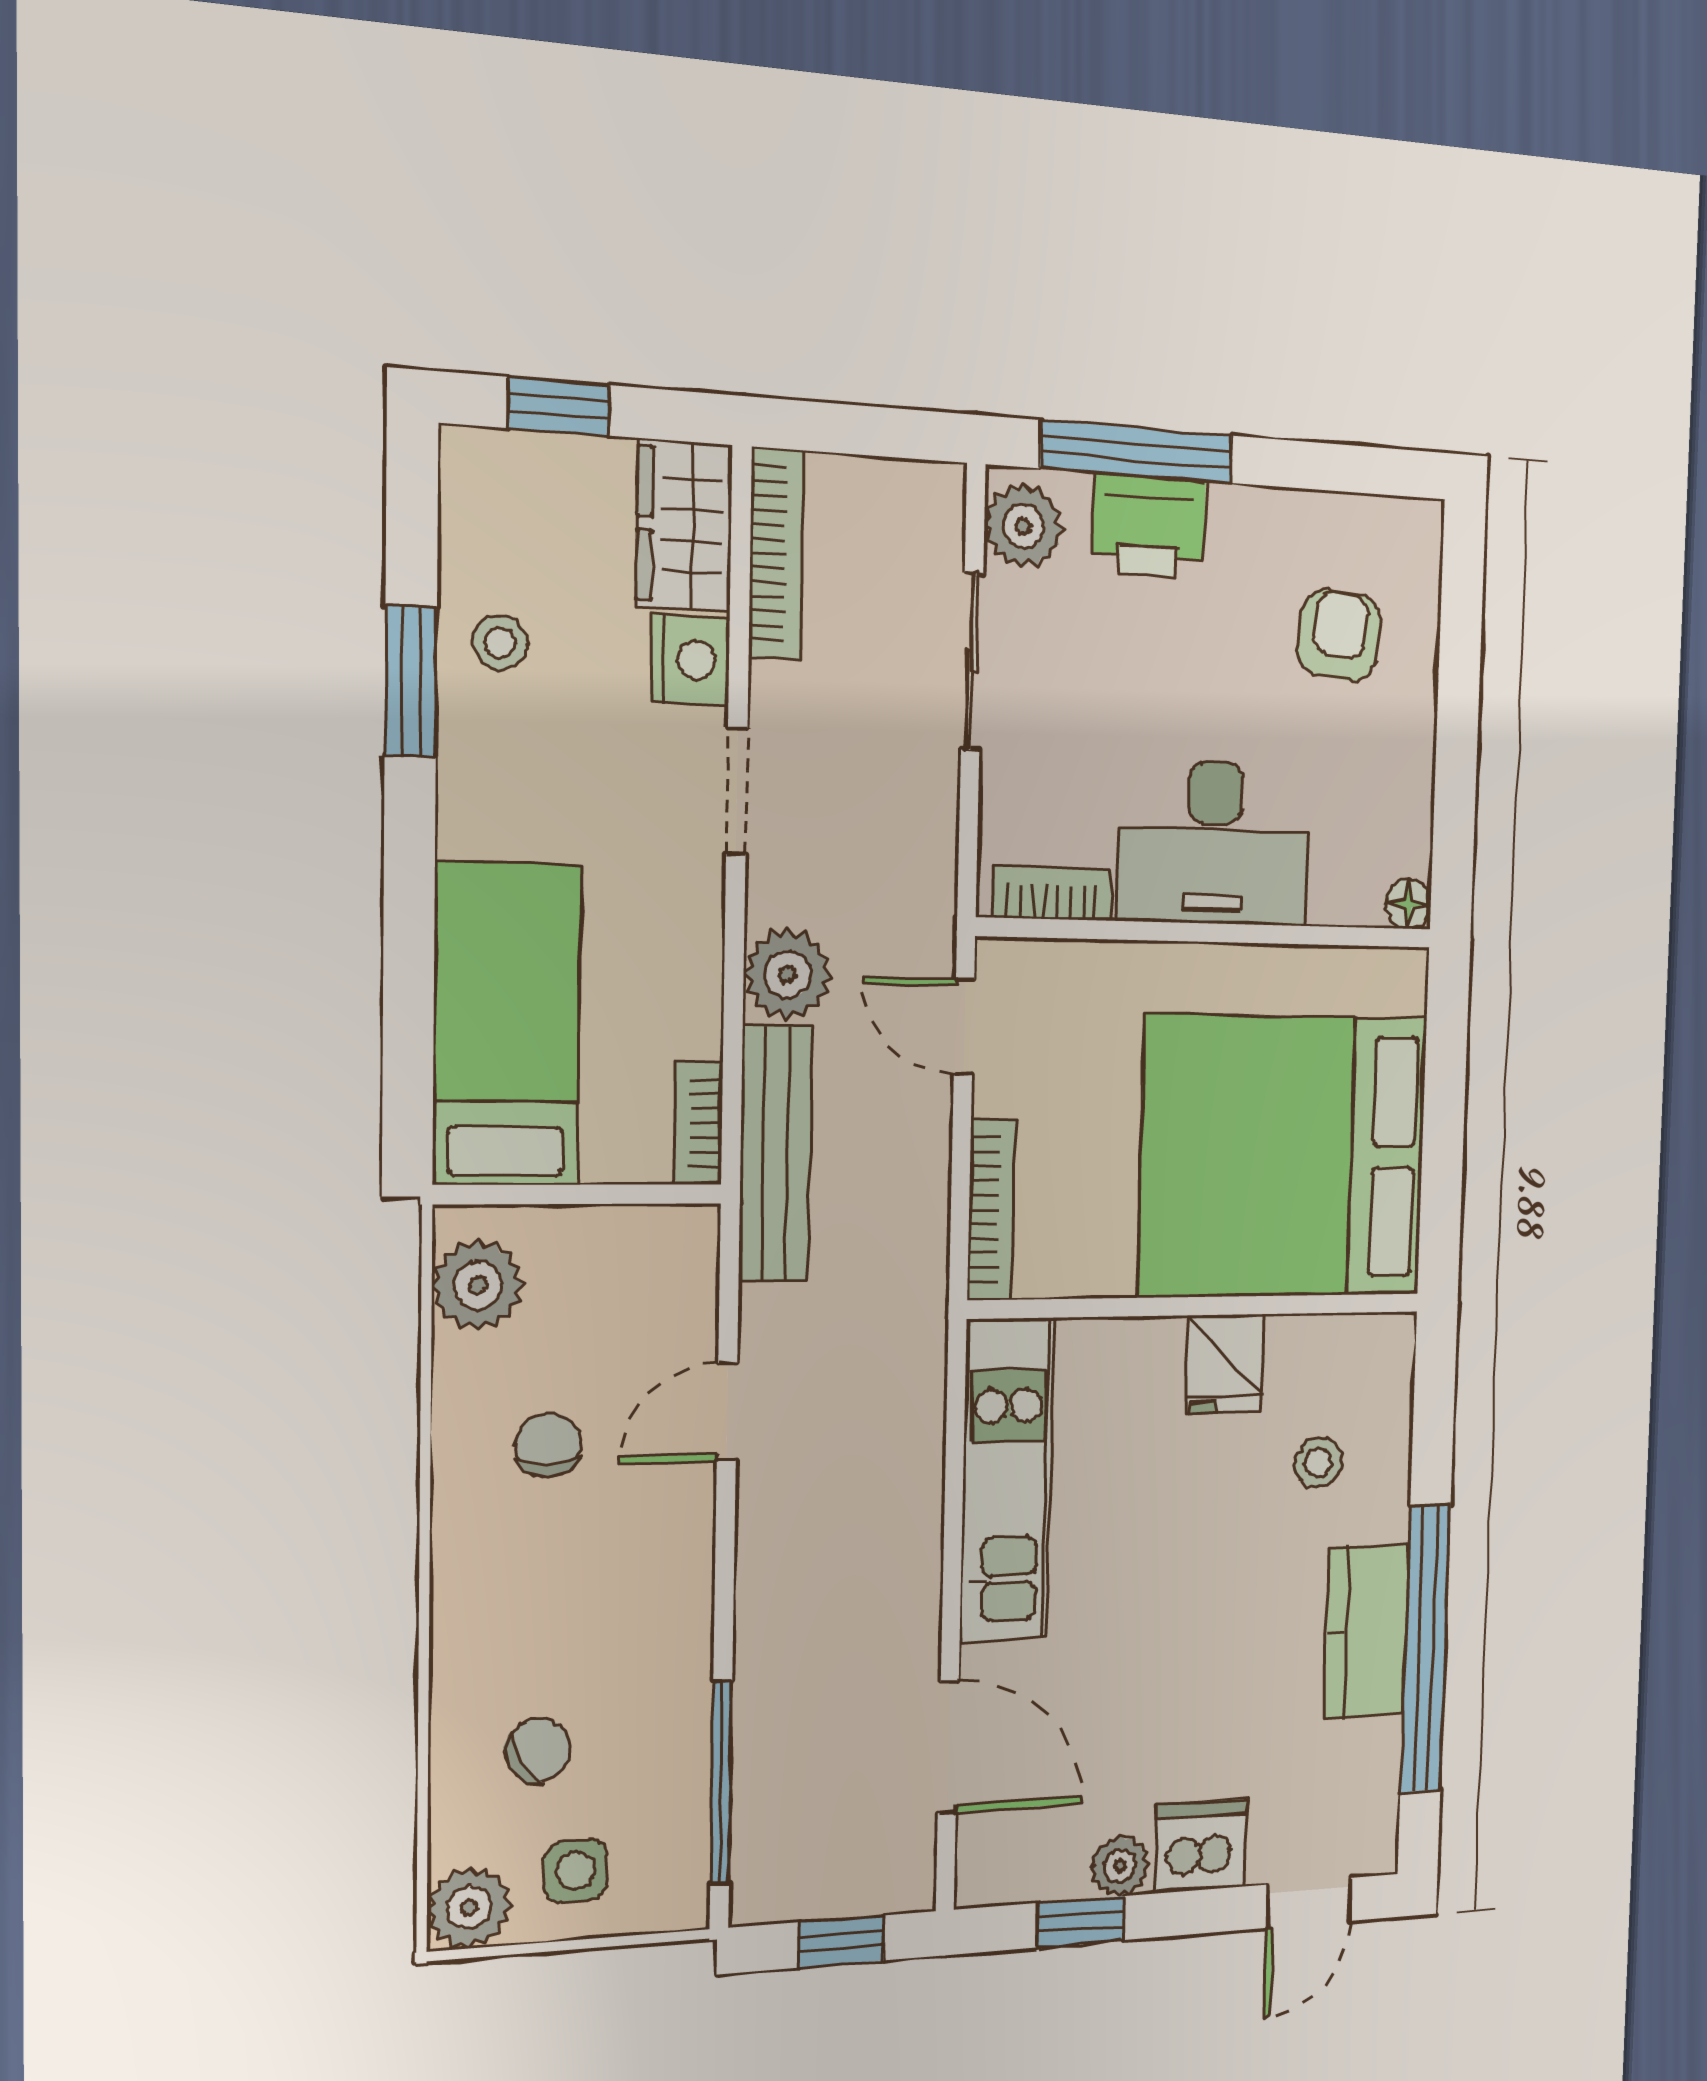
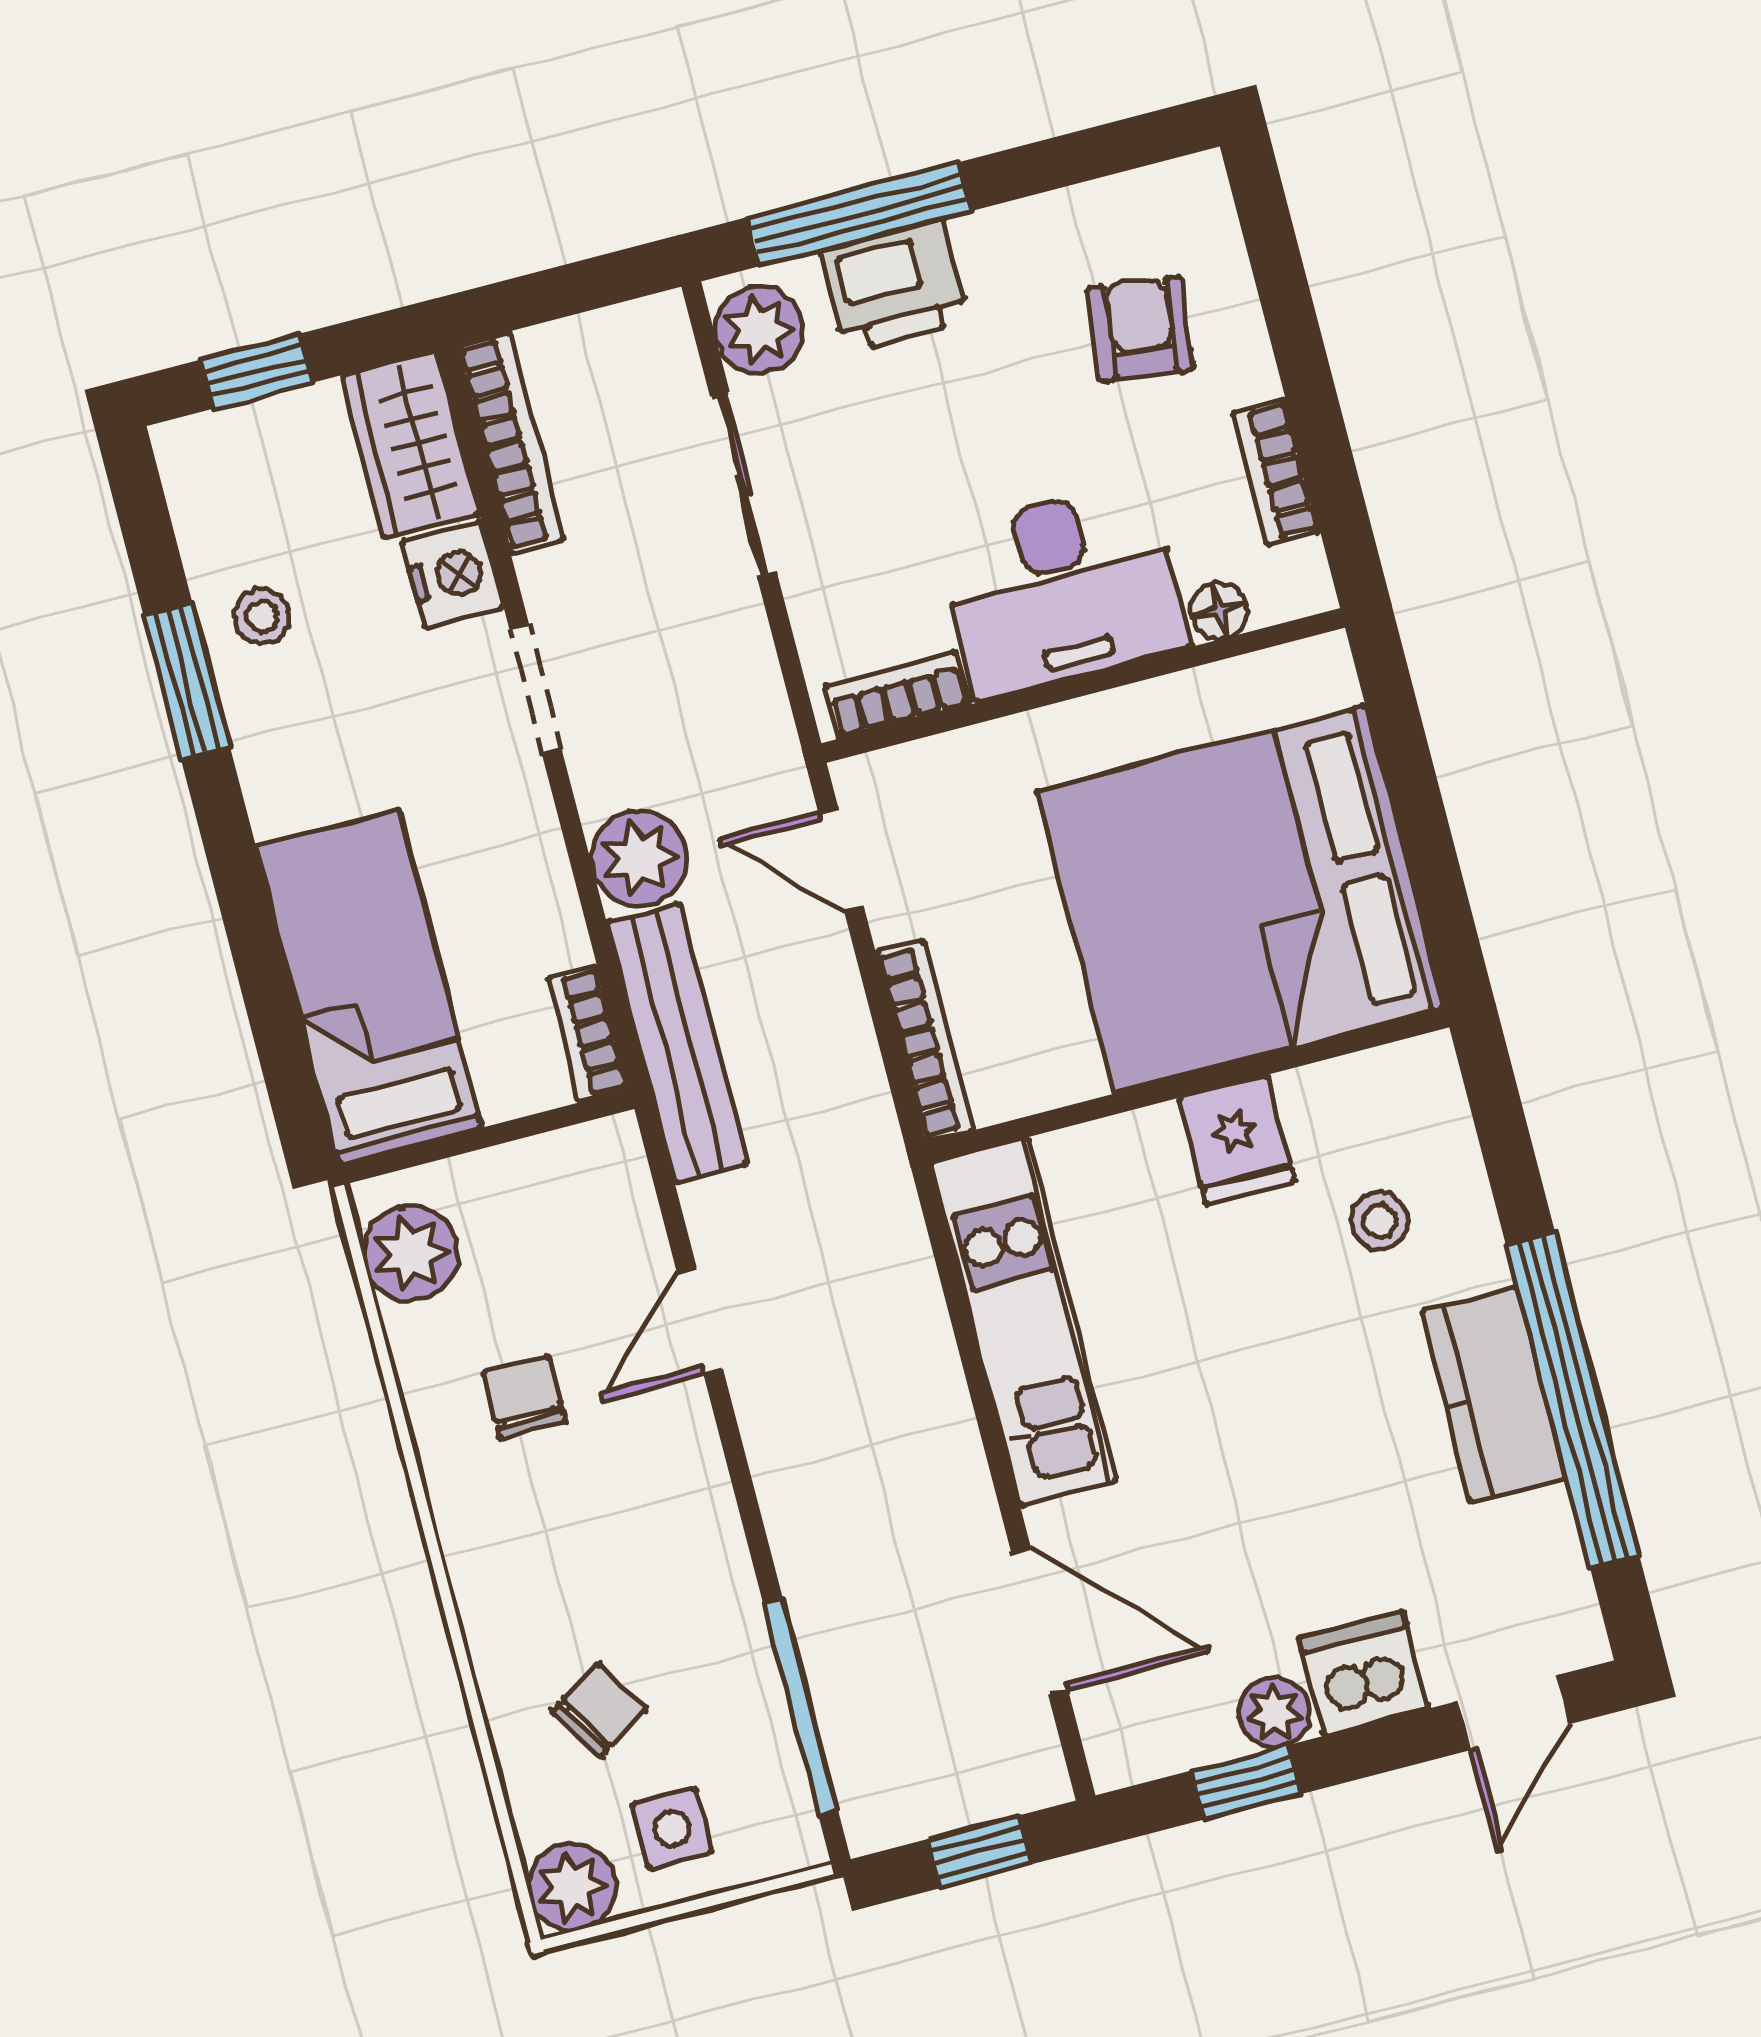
bookcase: (1412, 796) -> (1276, 472), added
floor lamp: (1408, 904) -> (1219, 611), moved

